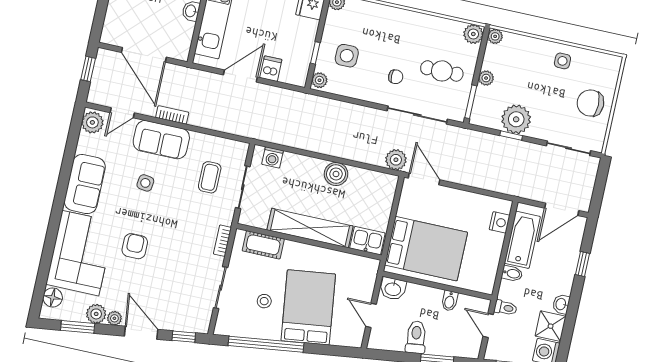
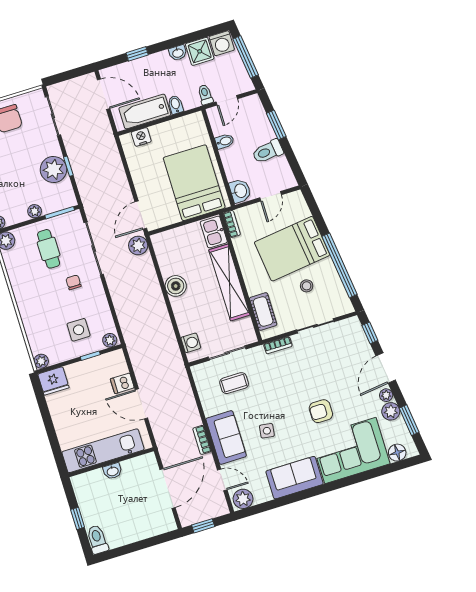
bookcase: (365, 262) -> (232, 224), added

